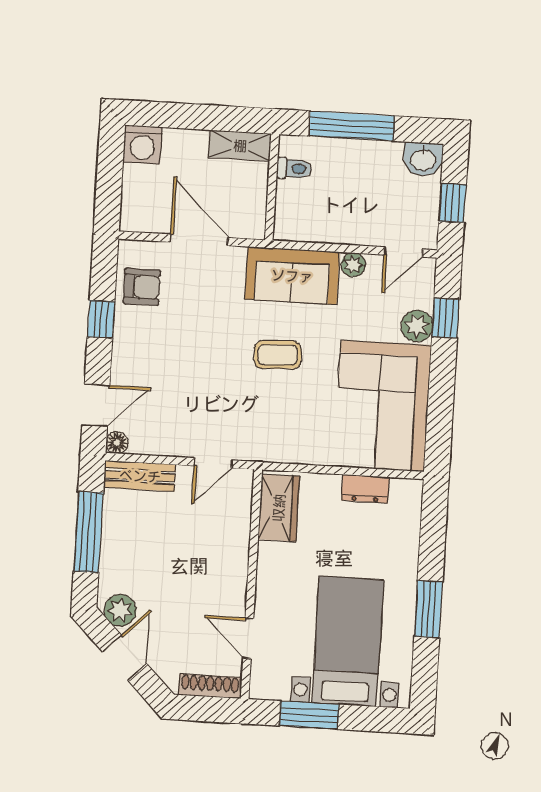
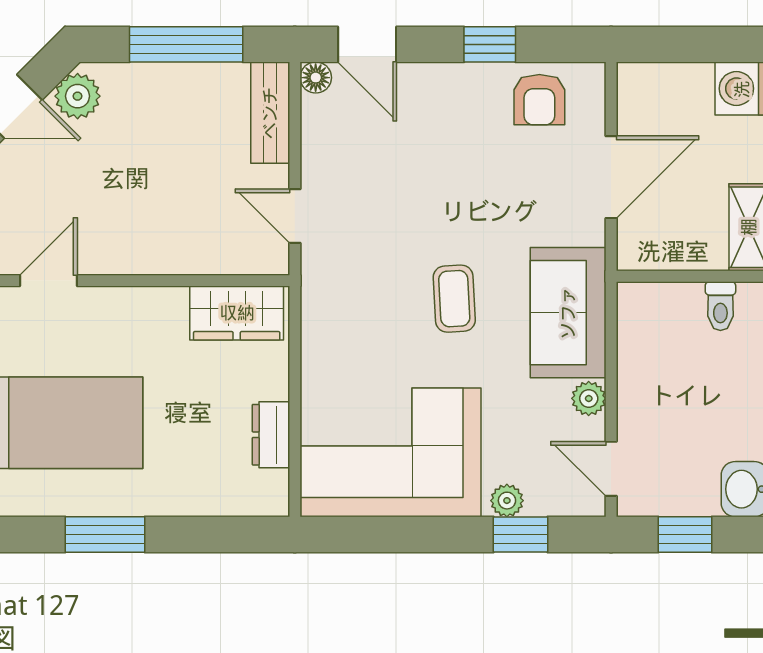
plant: (417, 326) -> (507, 501), width x0.73, depth x0.73

